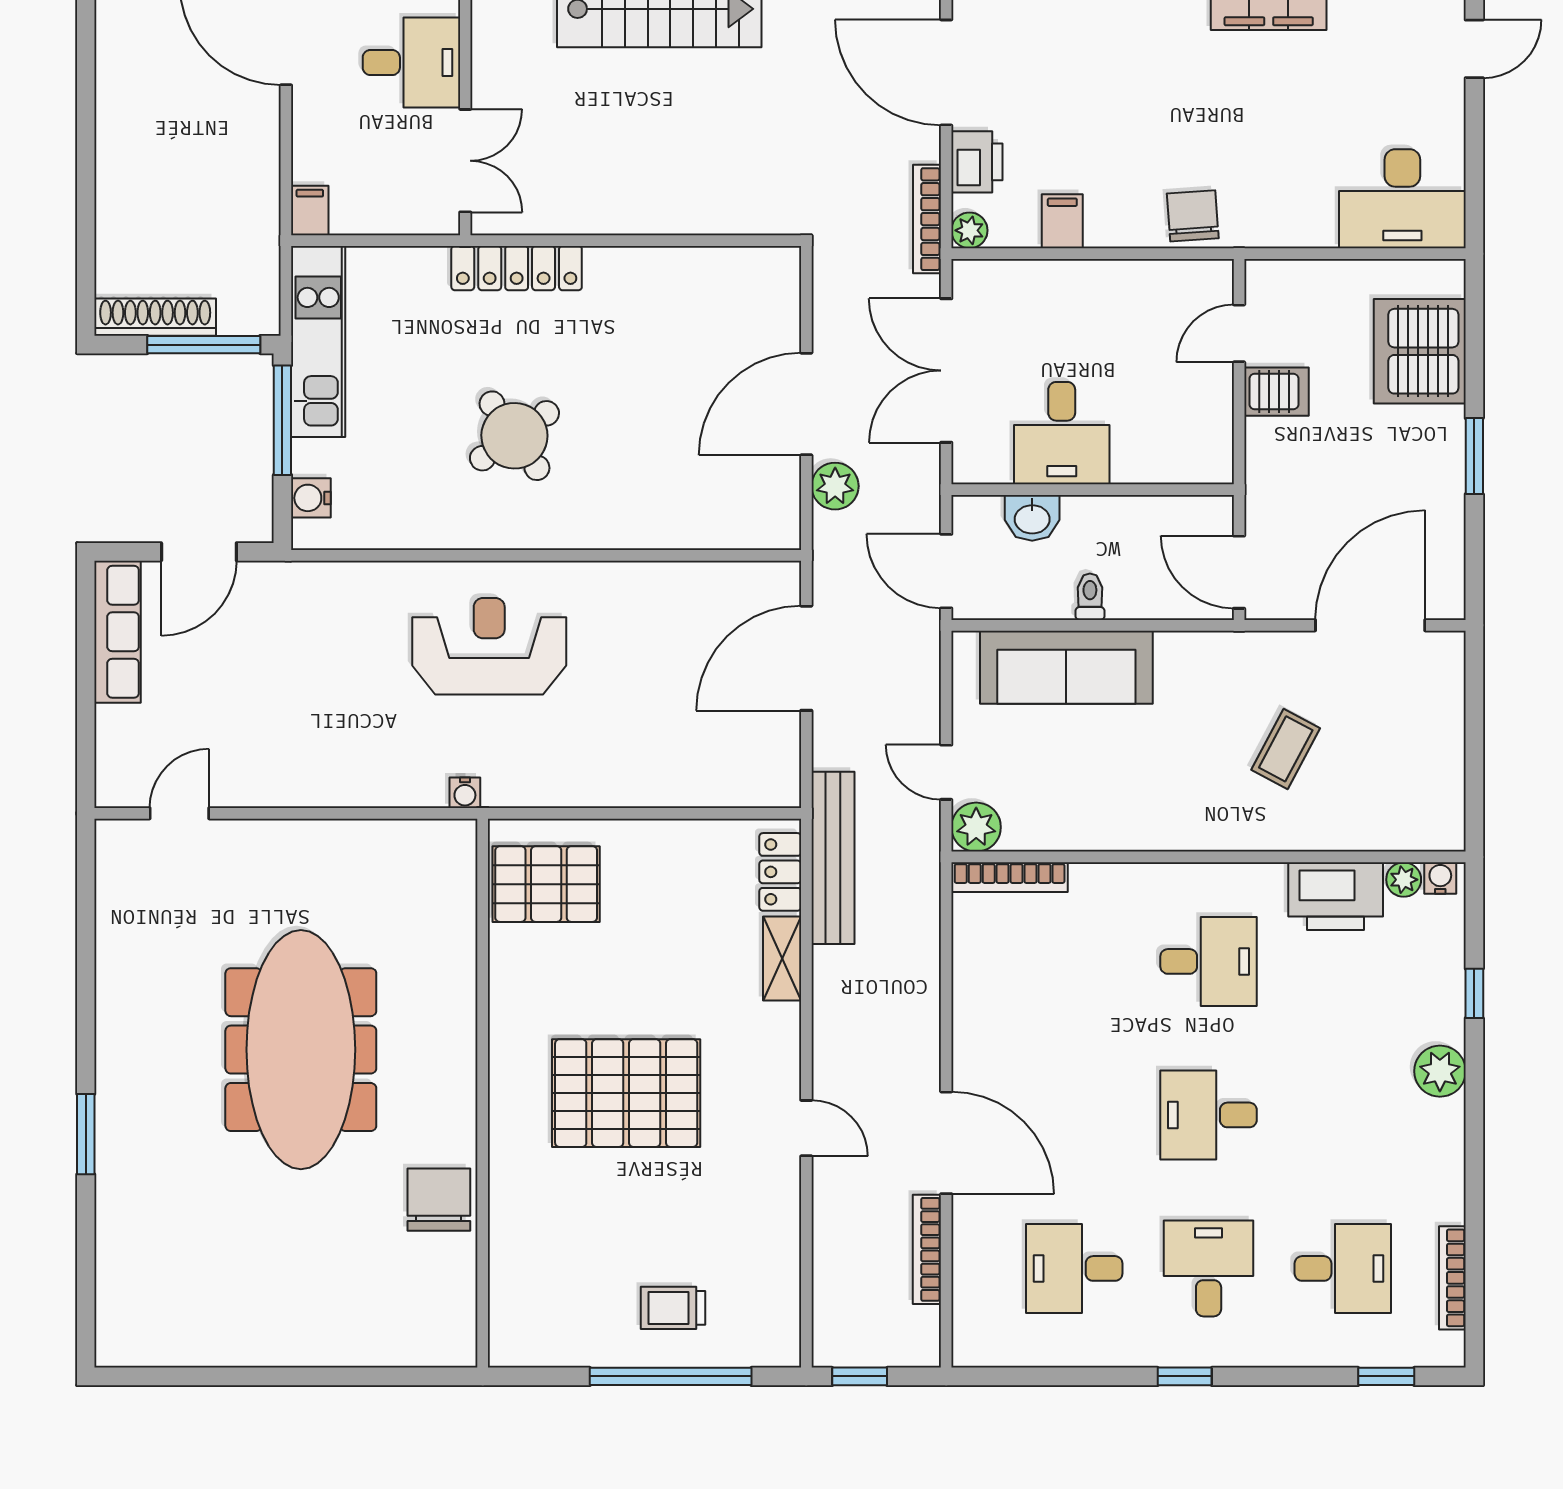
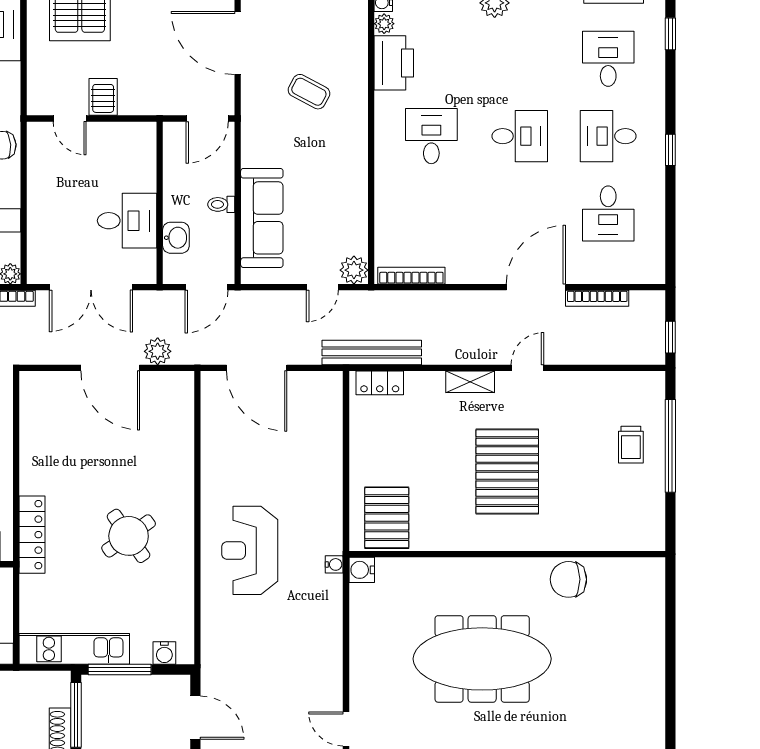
water cooler: (456, 840) -> (362, 570), added
bookcase: (1010, 877) -> (411, 276), moved, turned -90
shelving: (782, 959) -> (470, 382), moved
desk: (1209, 1115) -> (520, 136), turned -90

